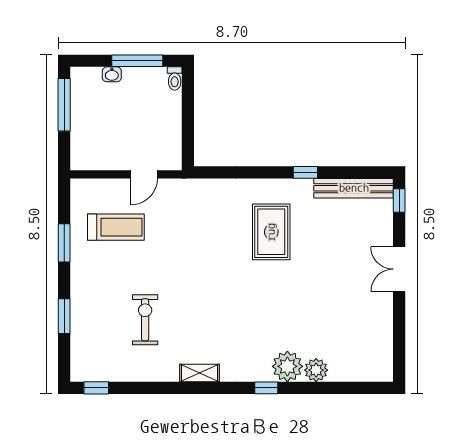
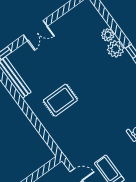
window: (305, 172) -> (23, 104), removed

